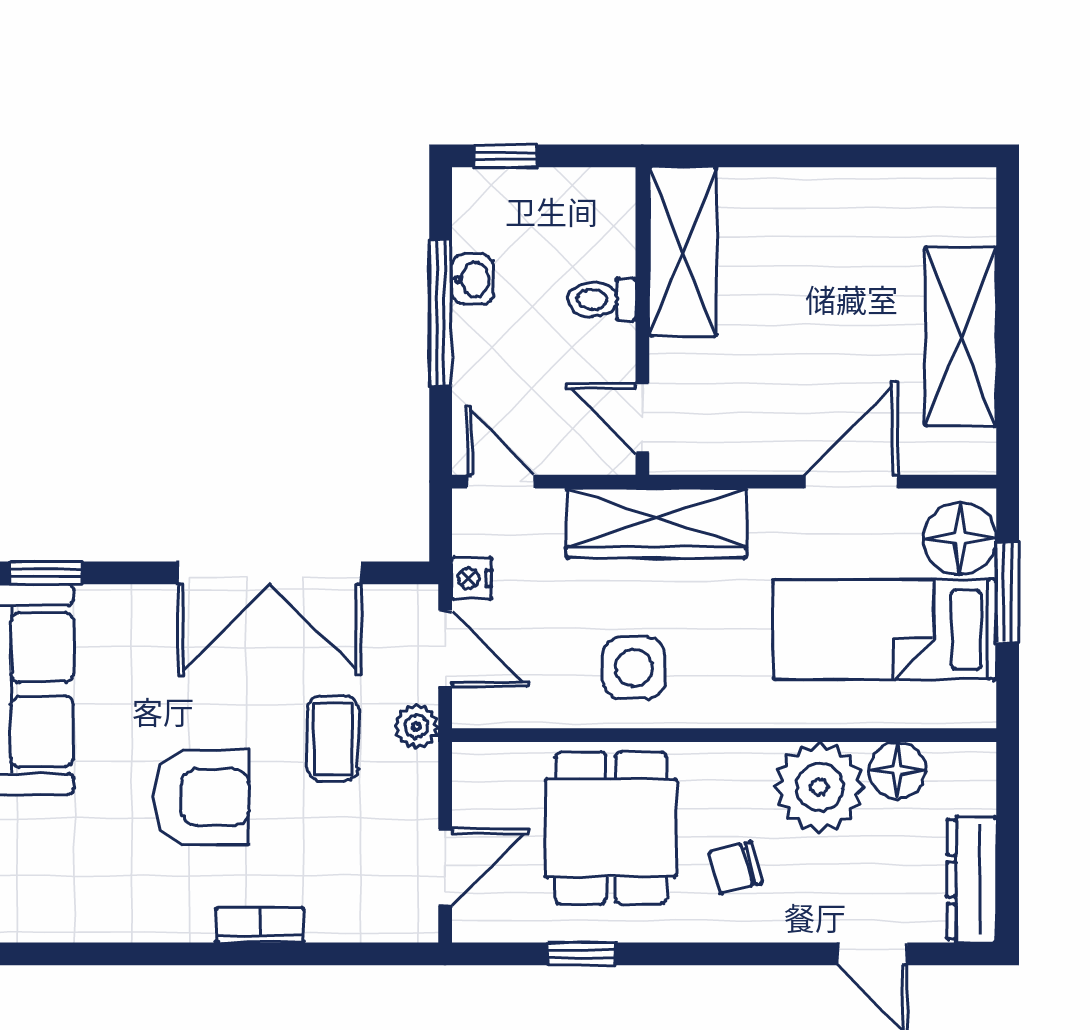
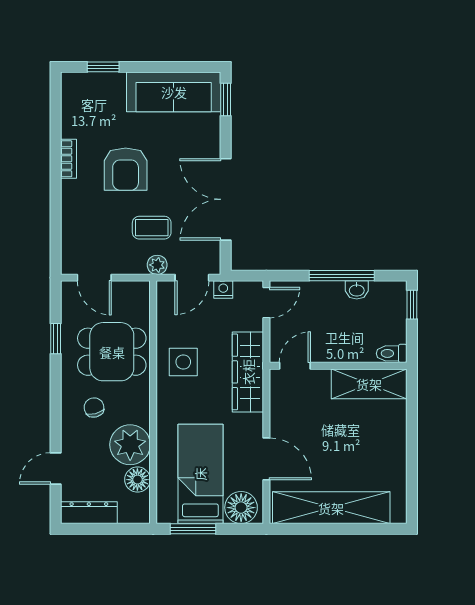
toilet: (602, 299) -> (392, 353), moved, turned -90
shelving: (960, 336) -> (331, 508), width x1.47
window: (1008, 592) -> (193, 529), moved
bookcase: (260, 925) -> (68, 159), moved

